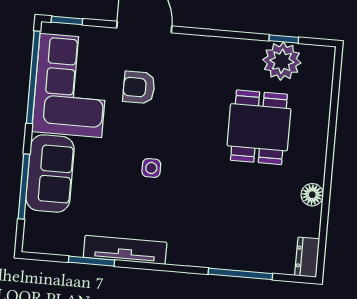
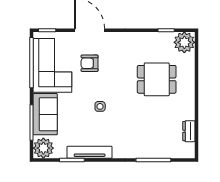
plant: (282, 61) -> (184, 42), moved
dining table: (259, 127) -> (157, 79), turned 90
floor lamp: (312, 195) -> (189, 113), removed
plant: (41, 235) -> (43, 148), added
dresser: (307, 257) -> (189, 131), moved

